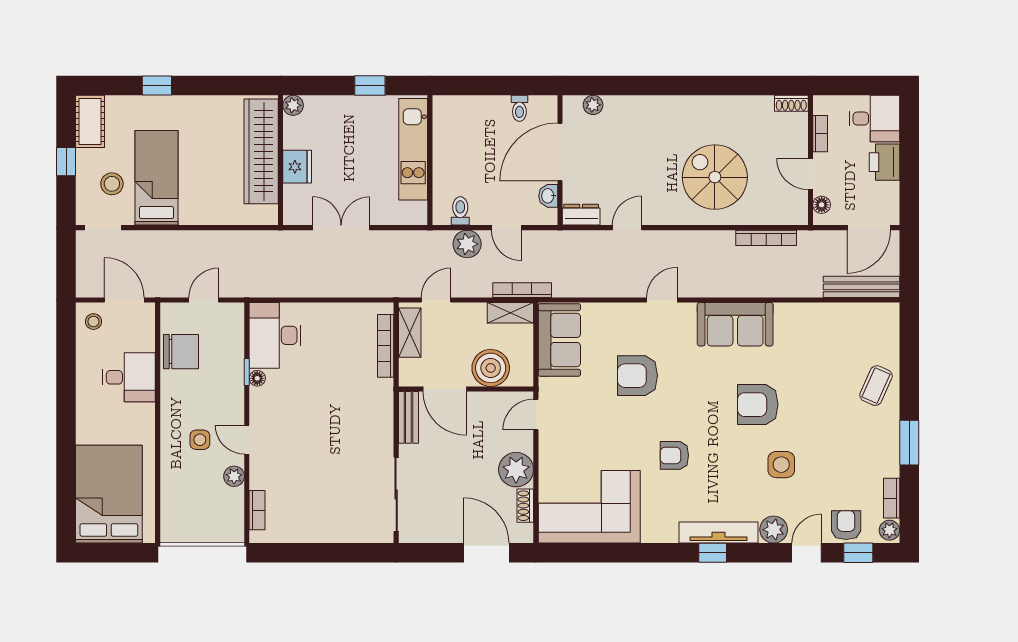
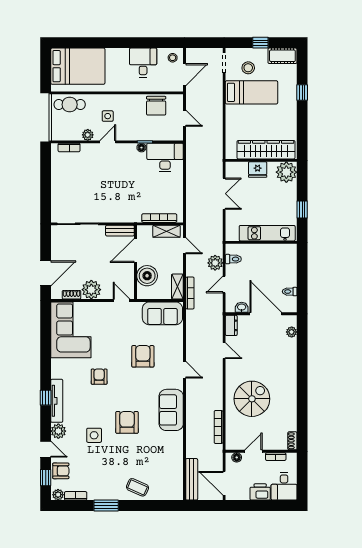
plant: (293, 105) -> (286, 172), width x1.88, depth x1.88
desk: (129, 377) -> (143, 63), moved, turned 180
cafe table: (179, 509) -> (70, 105), added

